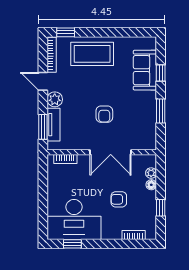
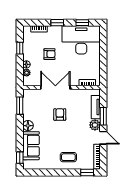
coffee table: (92, 54) -> (68, 157), width x0.54, depth x0.58
window: (161, 73) -> (20, 158), moved
floor lamp: (149, 98) -> (28, 126), added
window: (161, 111) -> (20, 106), moved
window: (43, 127) -> (103, 116), moved
window: (108, 244) -> (57, 23), added

